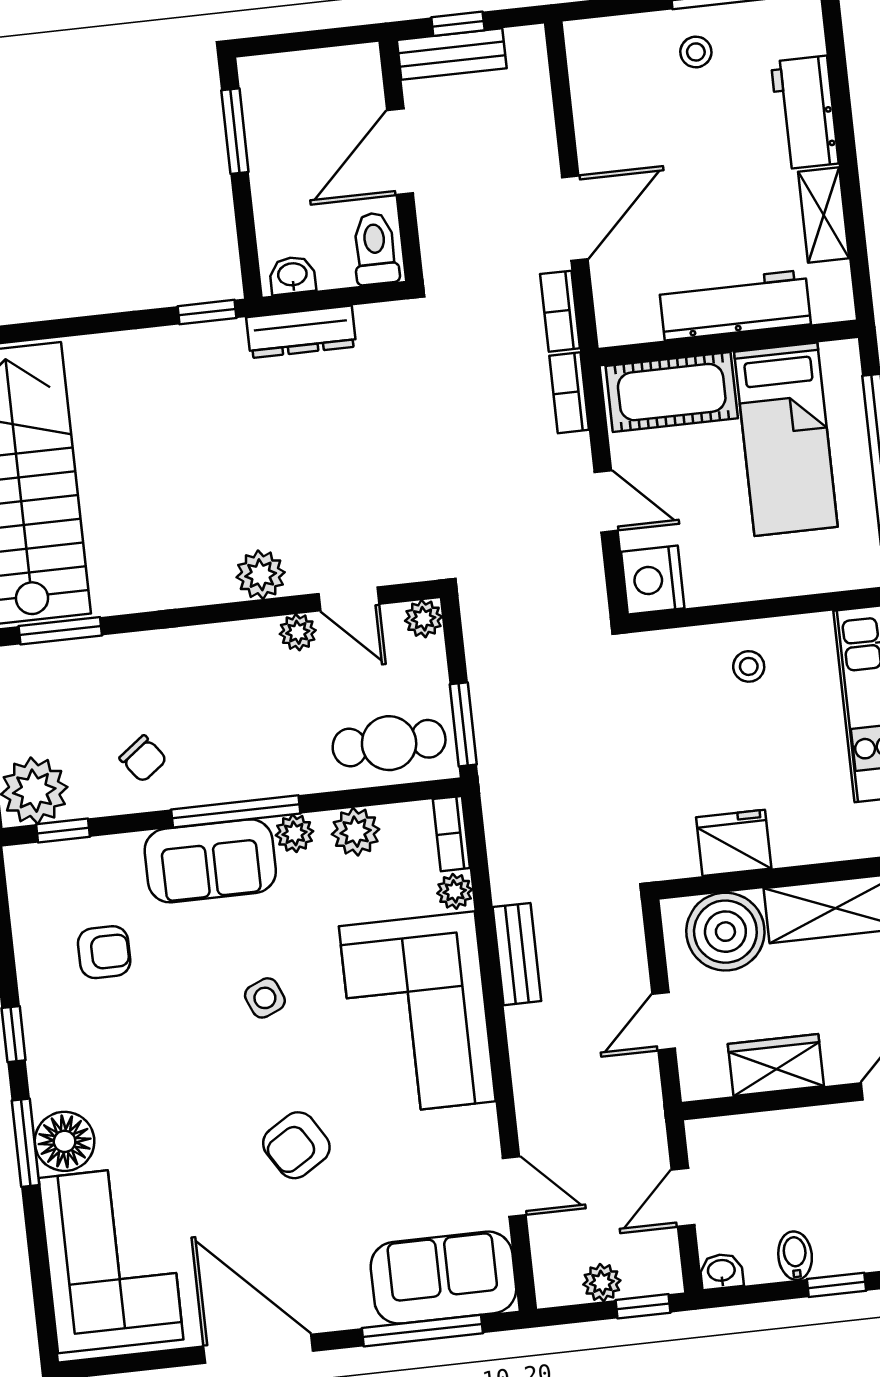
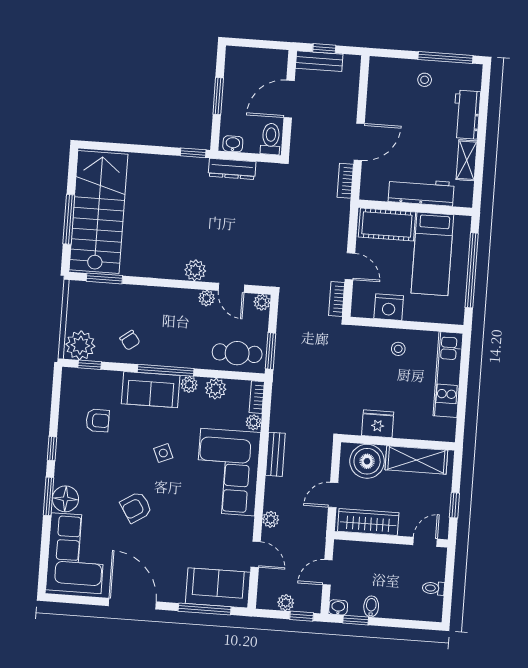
window: (235, 131) -> (218, 96), moved
bookcase: (569, 393) -> (337, 299), moved
nightstand: (653, 580) -> (389, 307), moved, turned -90
wardrobe: (776, 1065) -> (368, 522), width x1.50
plant: (533, 1102) -> (271, 519), added
armchair: (296, 1145) -> (136, 507), moved
window: (836, 1285) -> (356, 620), moved

